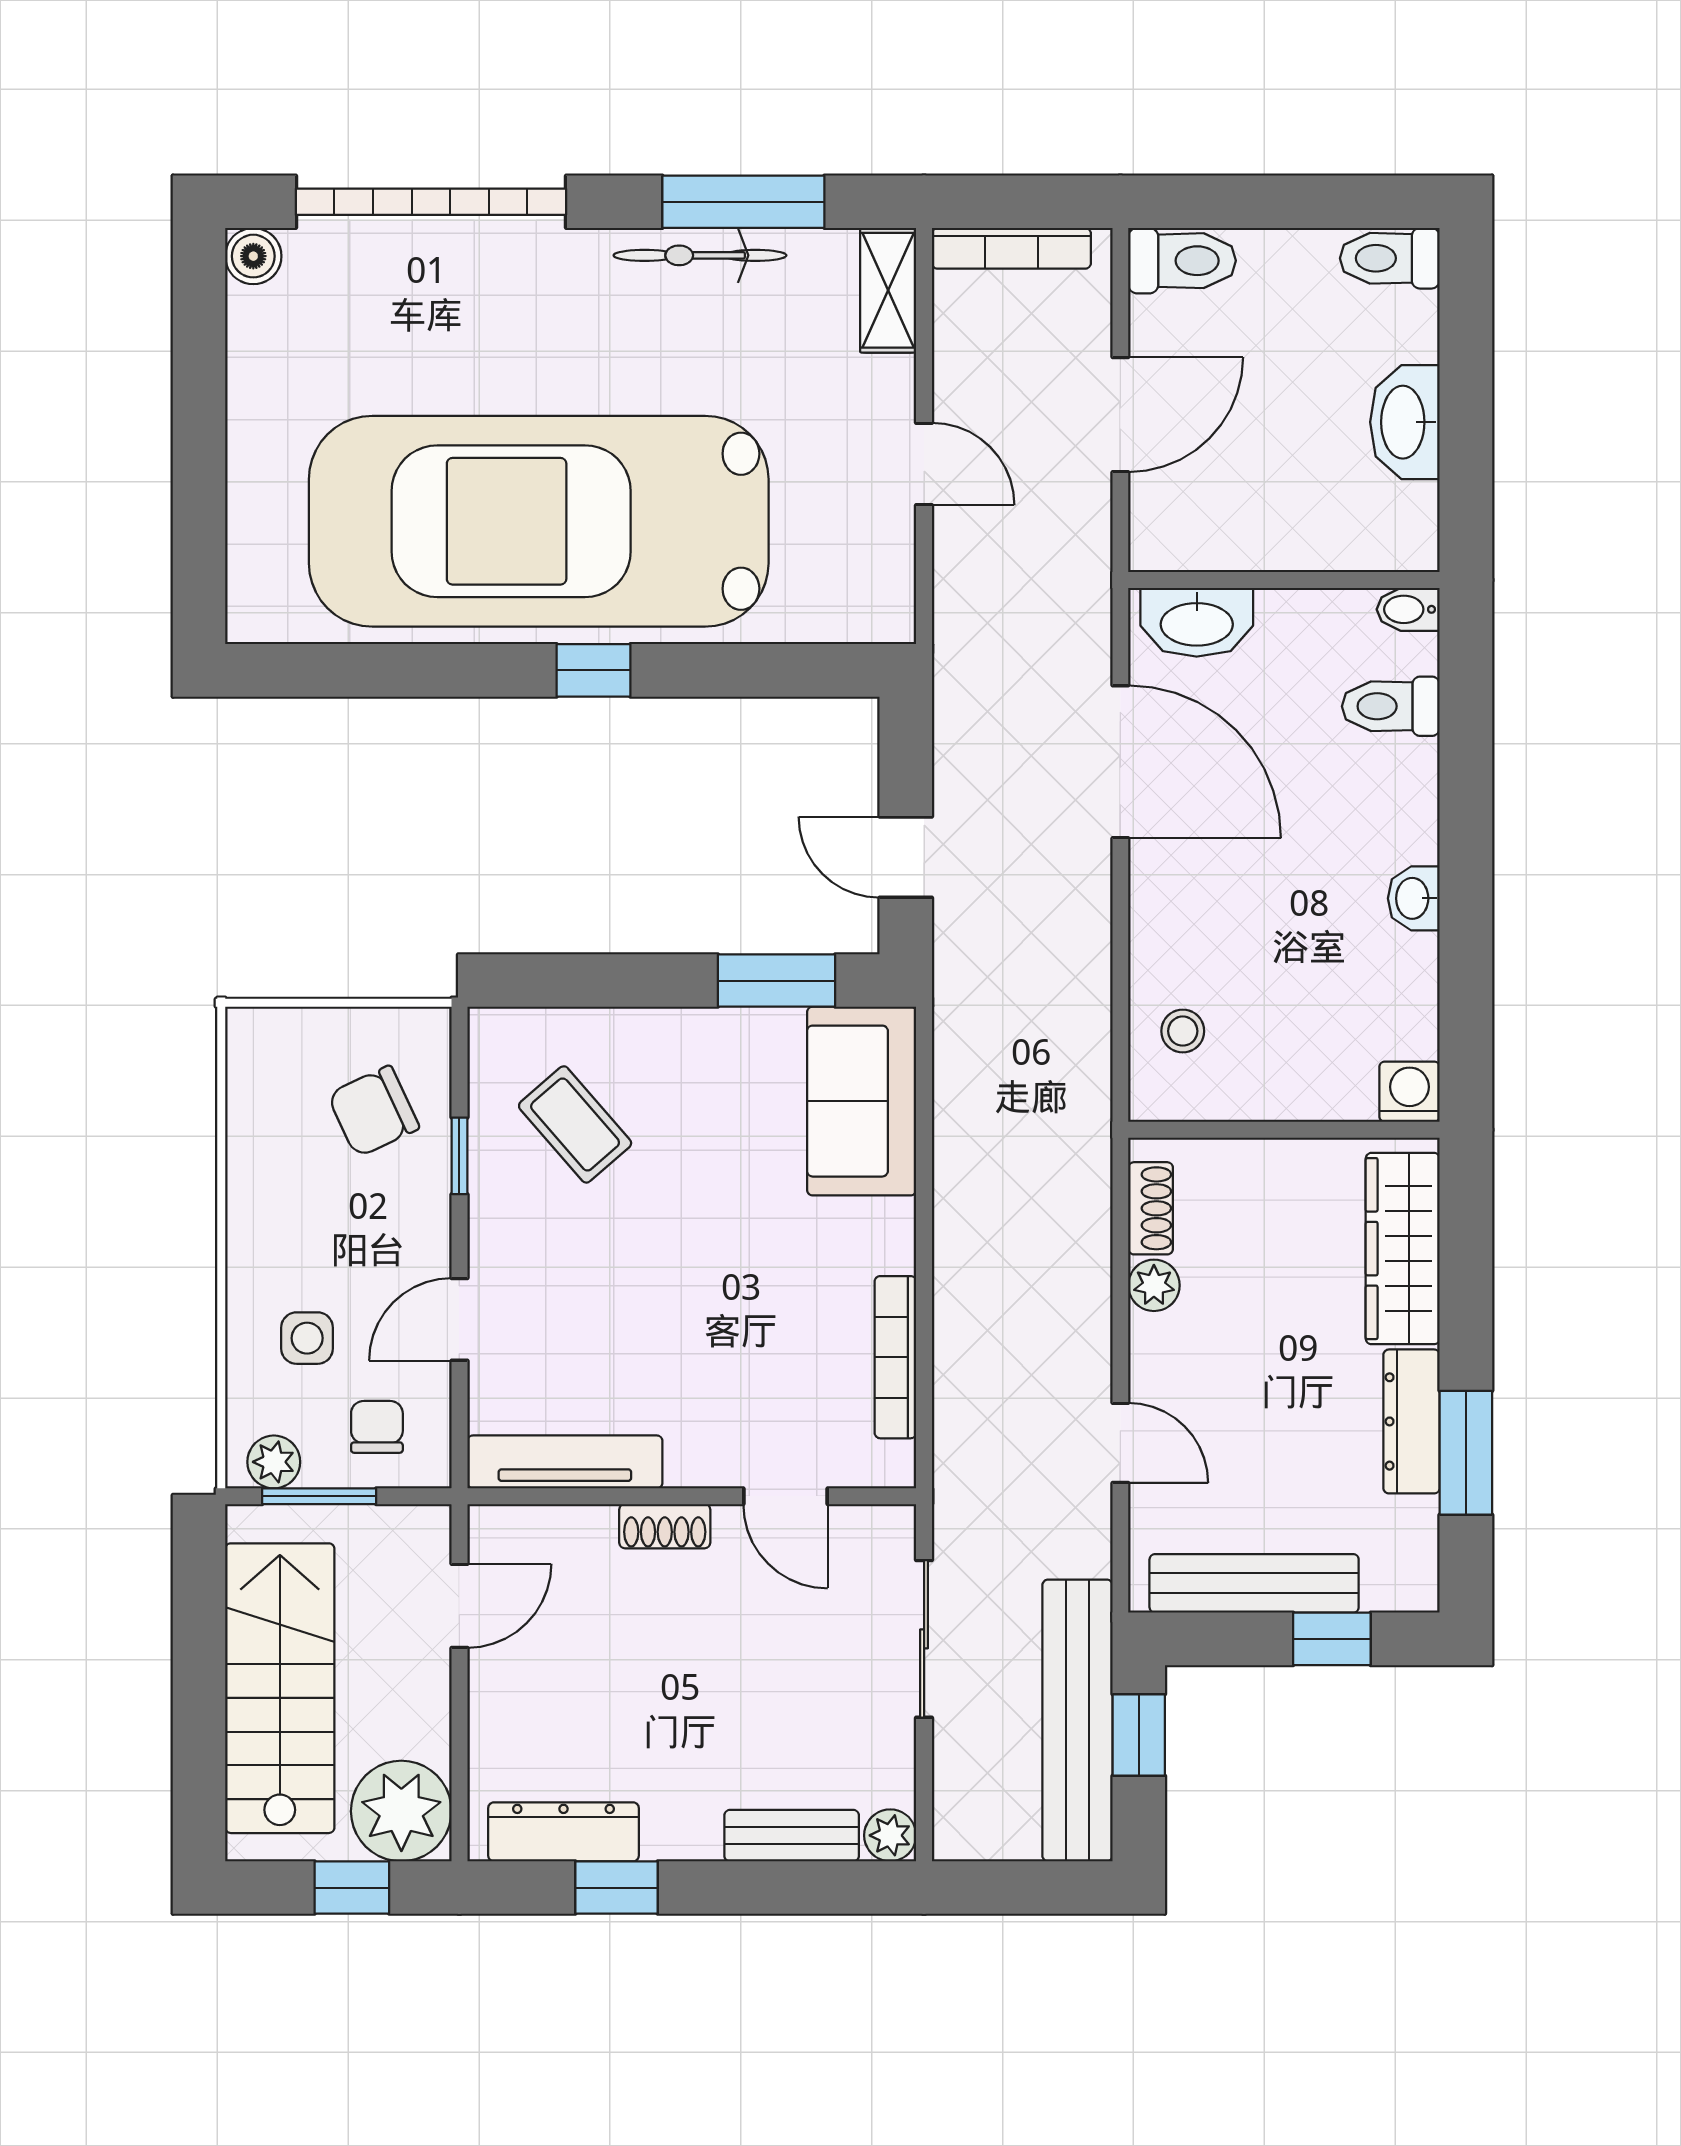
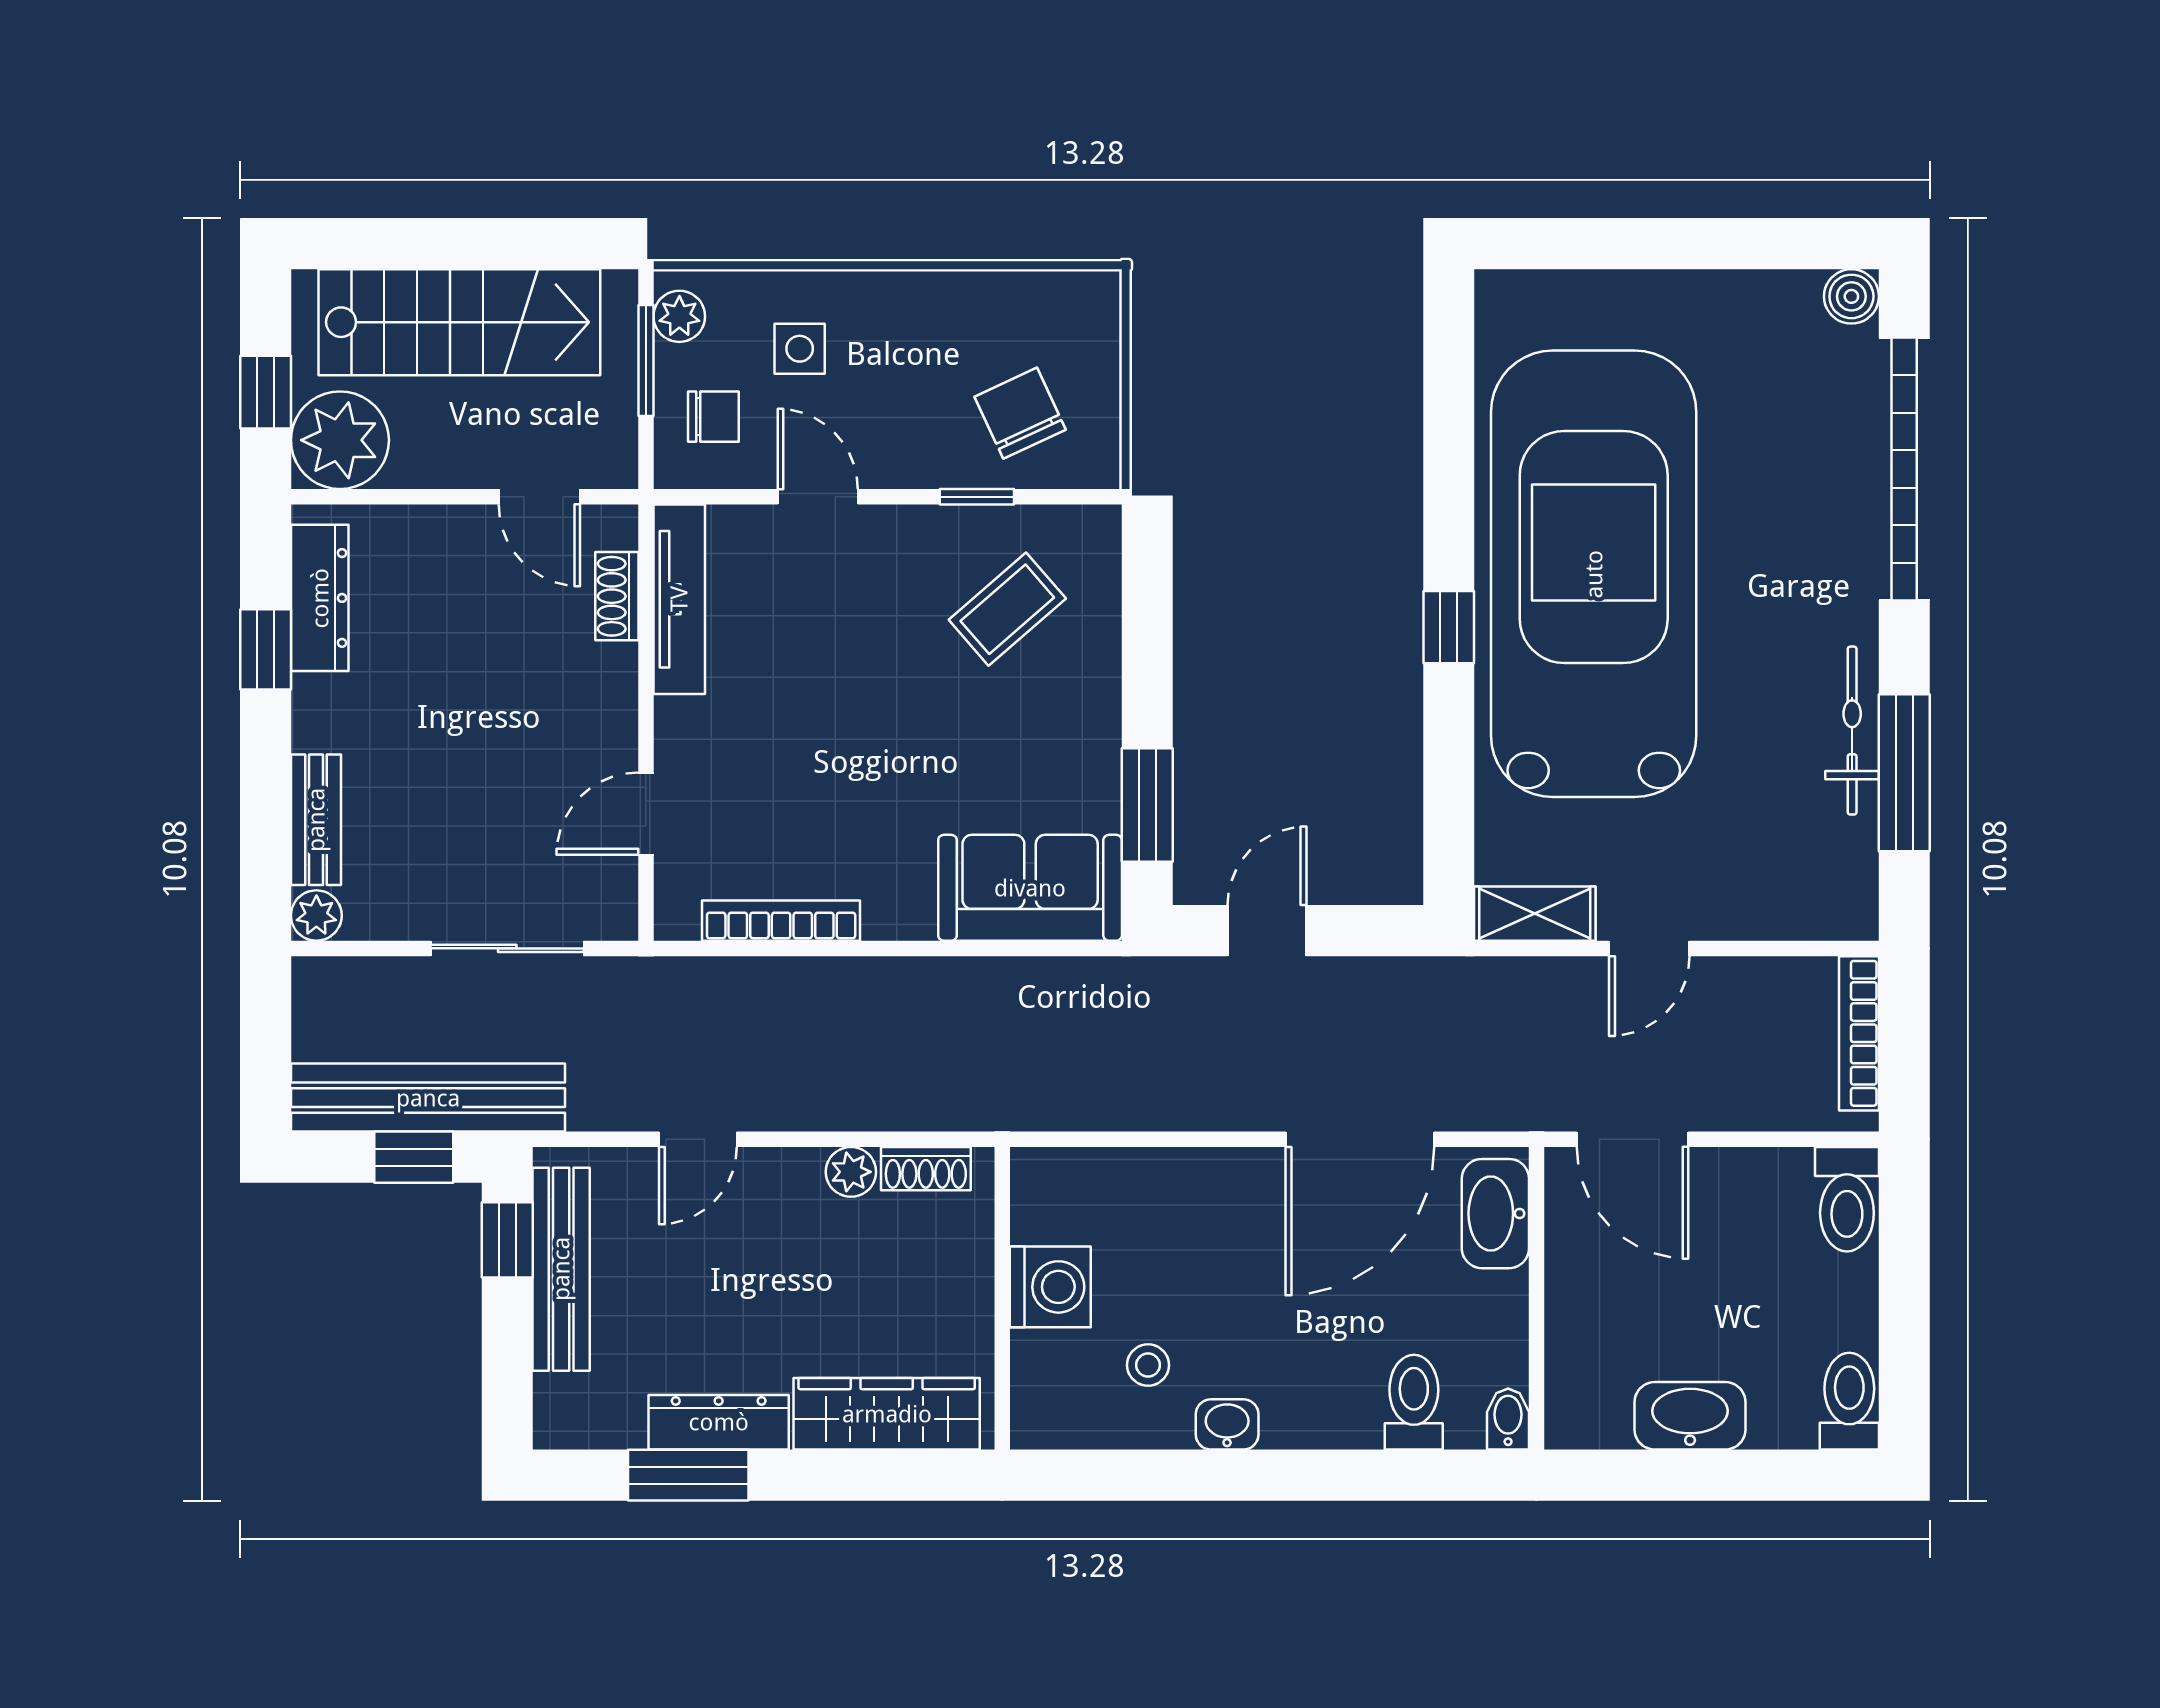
shelving: (888, 290) -> (1535, 914), moved
door: (1120, 415) -> (1633, 1139), moved
stool: (1183, 1031) -> (1148, 1365), moved
washing machine: (1410, 1092) -> (1050, 1287), moved, width x1.38, depth x1.38
shoe rack: (665, 1526) -> (617, 596), moved
window: (1332, 1639) -> (507, 1240), moved

